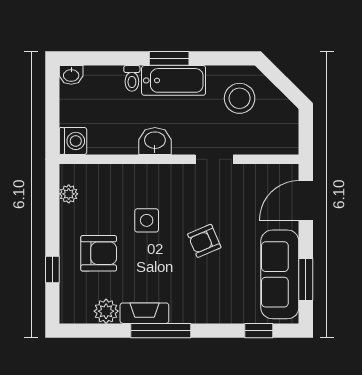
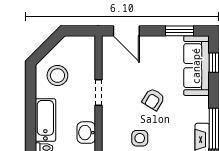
window: (169, 58) -> (31, 123), removed
armchair: (204, 241) -> (153, 99), turned 55
sofa: (280, 274) -> (196, 66), moved, turned 90

